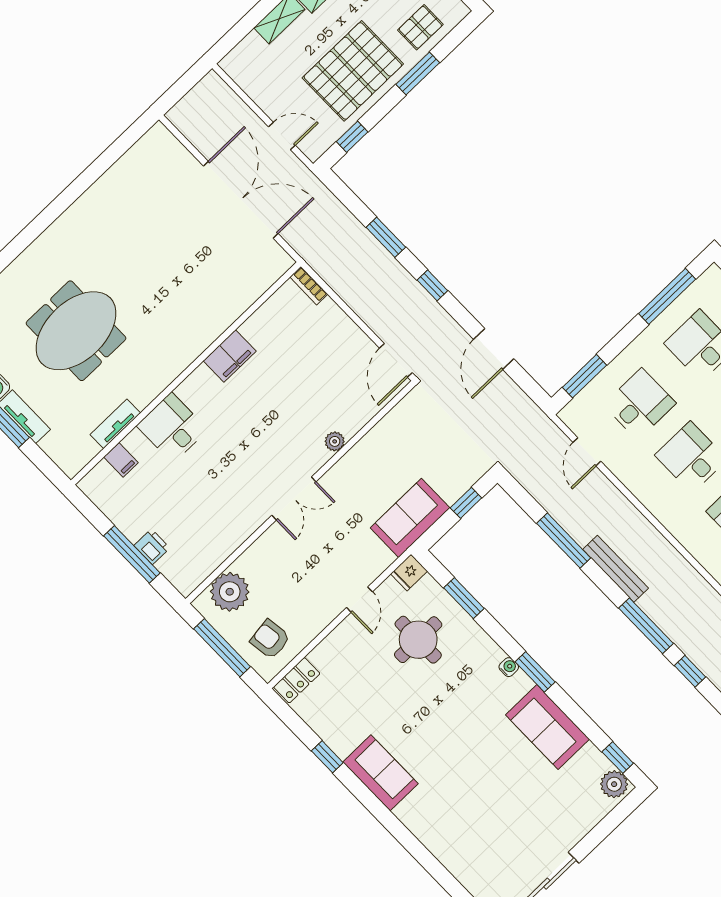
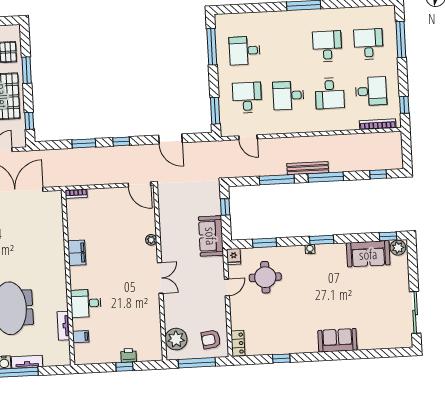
window: (132, 554) -> (124, 367), width x0.46
door: (359, 600) -> (227, 287), hinge flipped
window: (646, 626) -> (326, 177), moved
sofa: (547, 727) -> (368, 254), moved
sofa: (380, 773) -> (337, 340), moved

